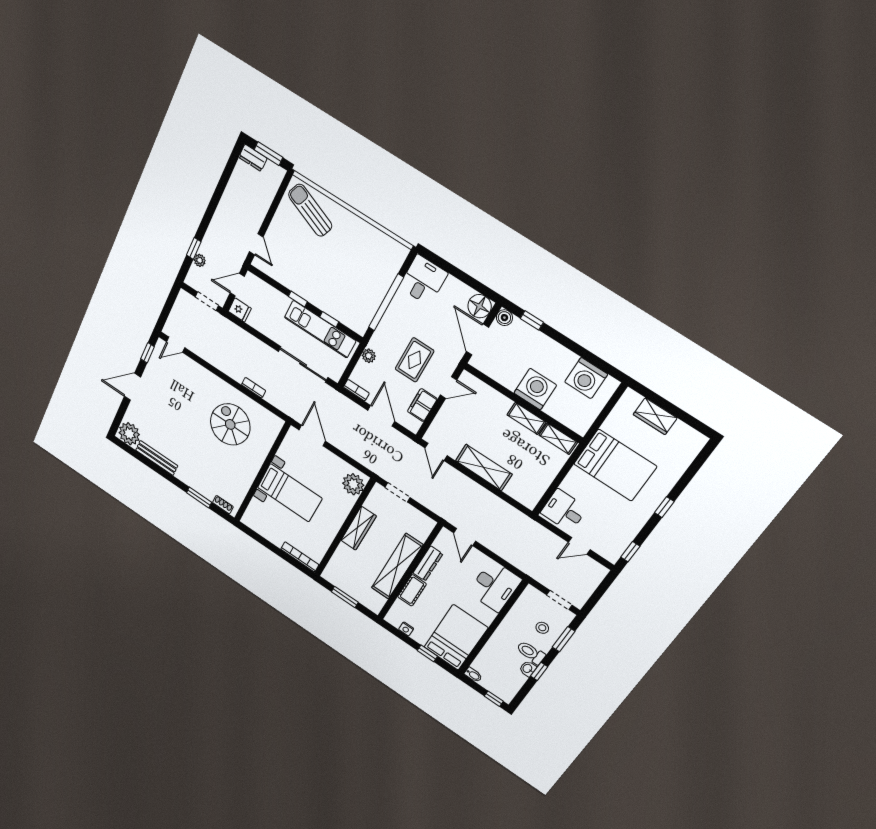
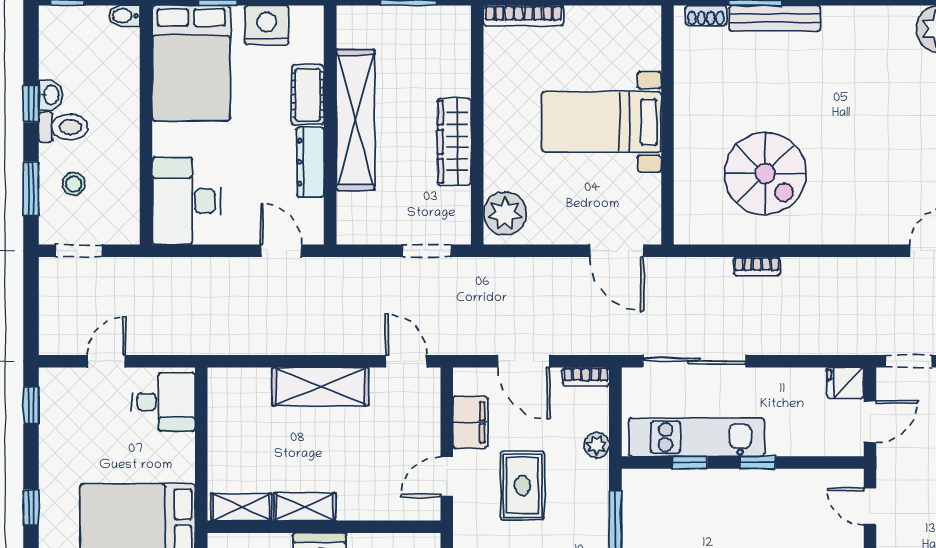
bench: (157, 458) -> (775, 18), moved
nightstand: (406, 629) -> (267, 25), width x1.89, depth x1.79

